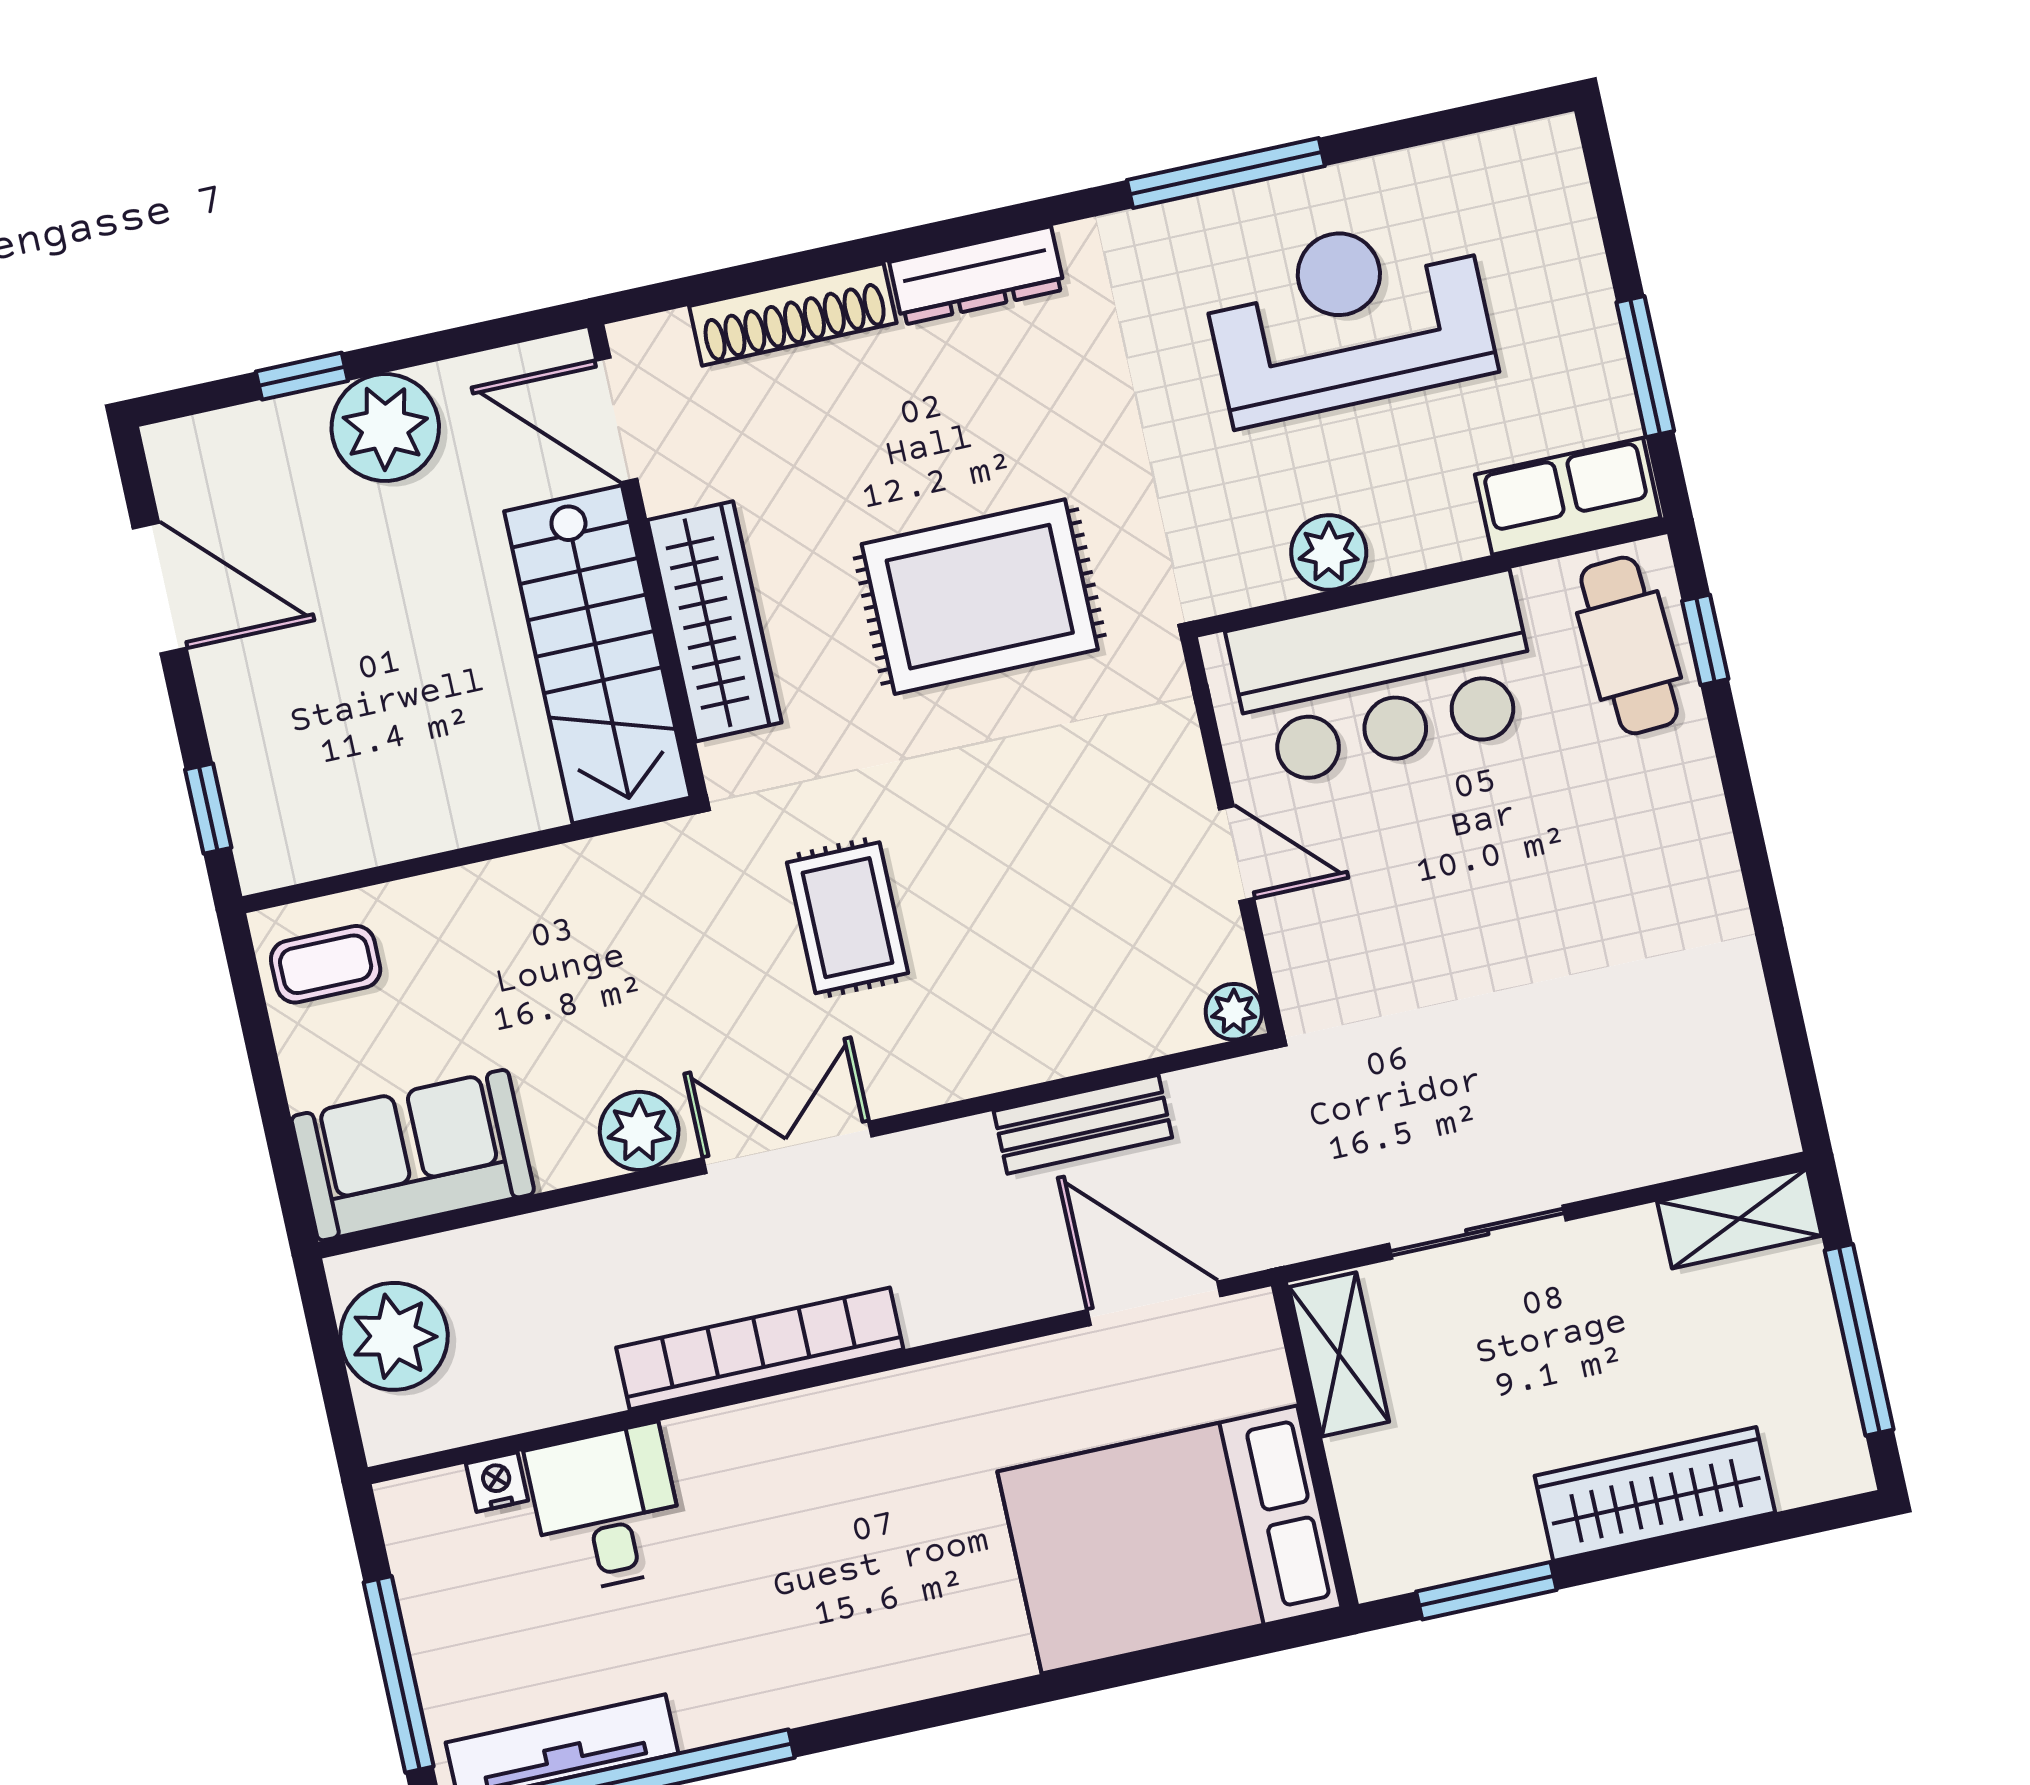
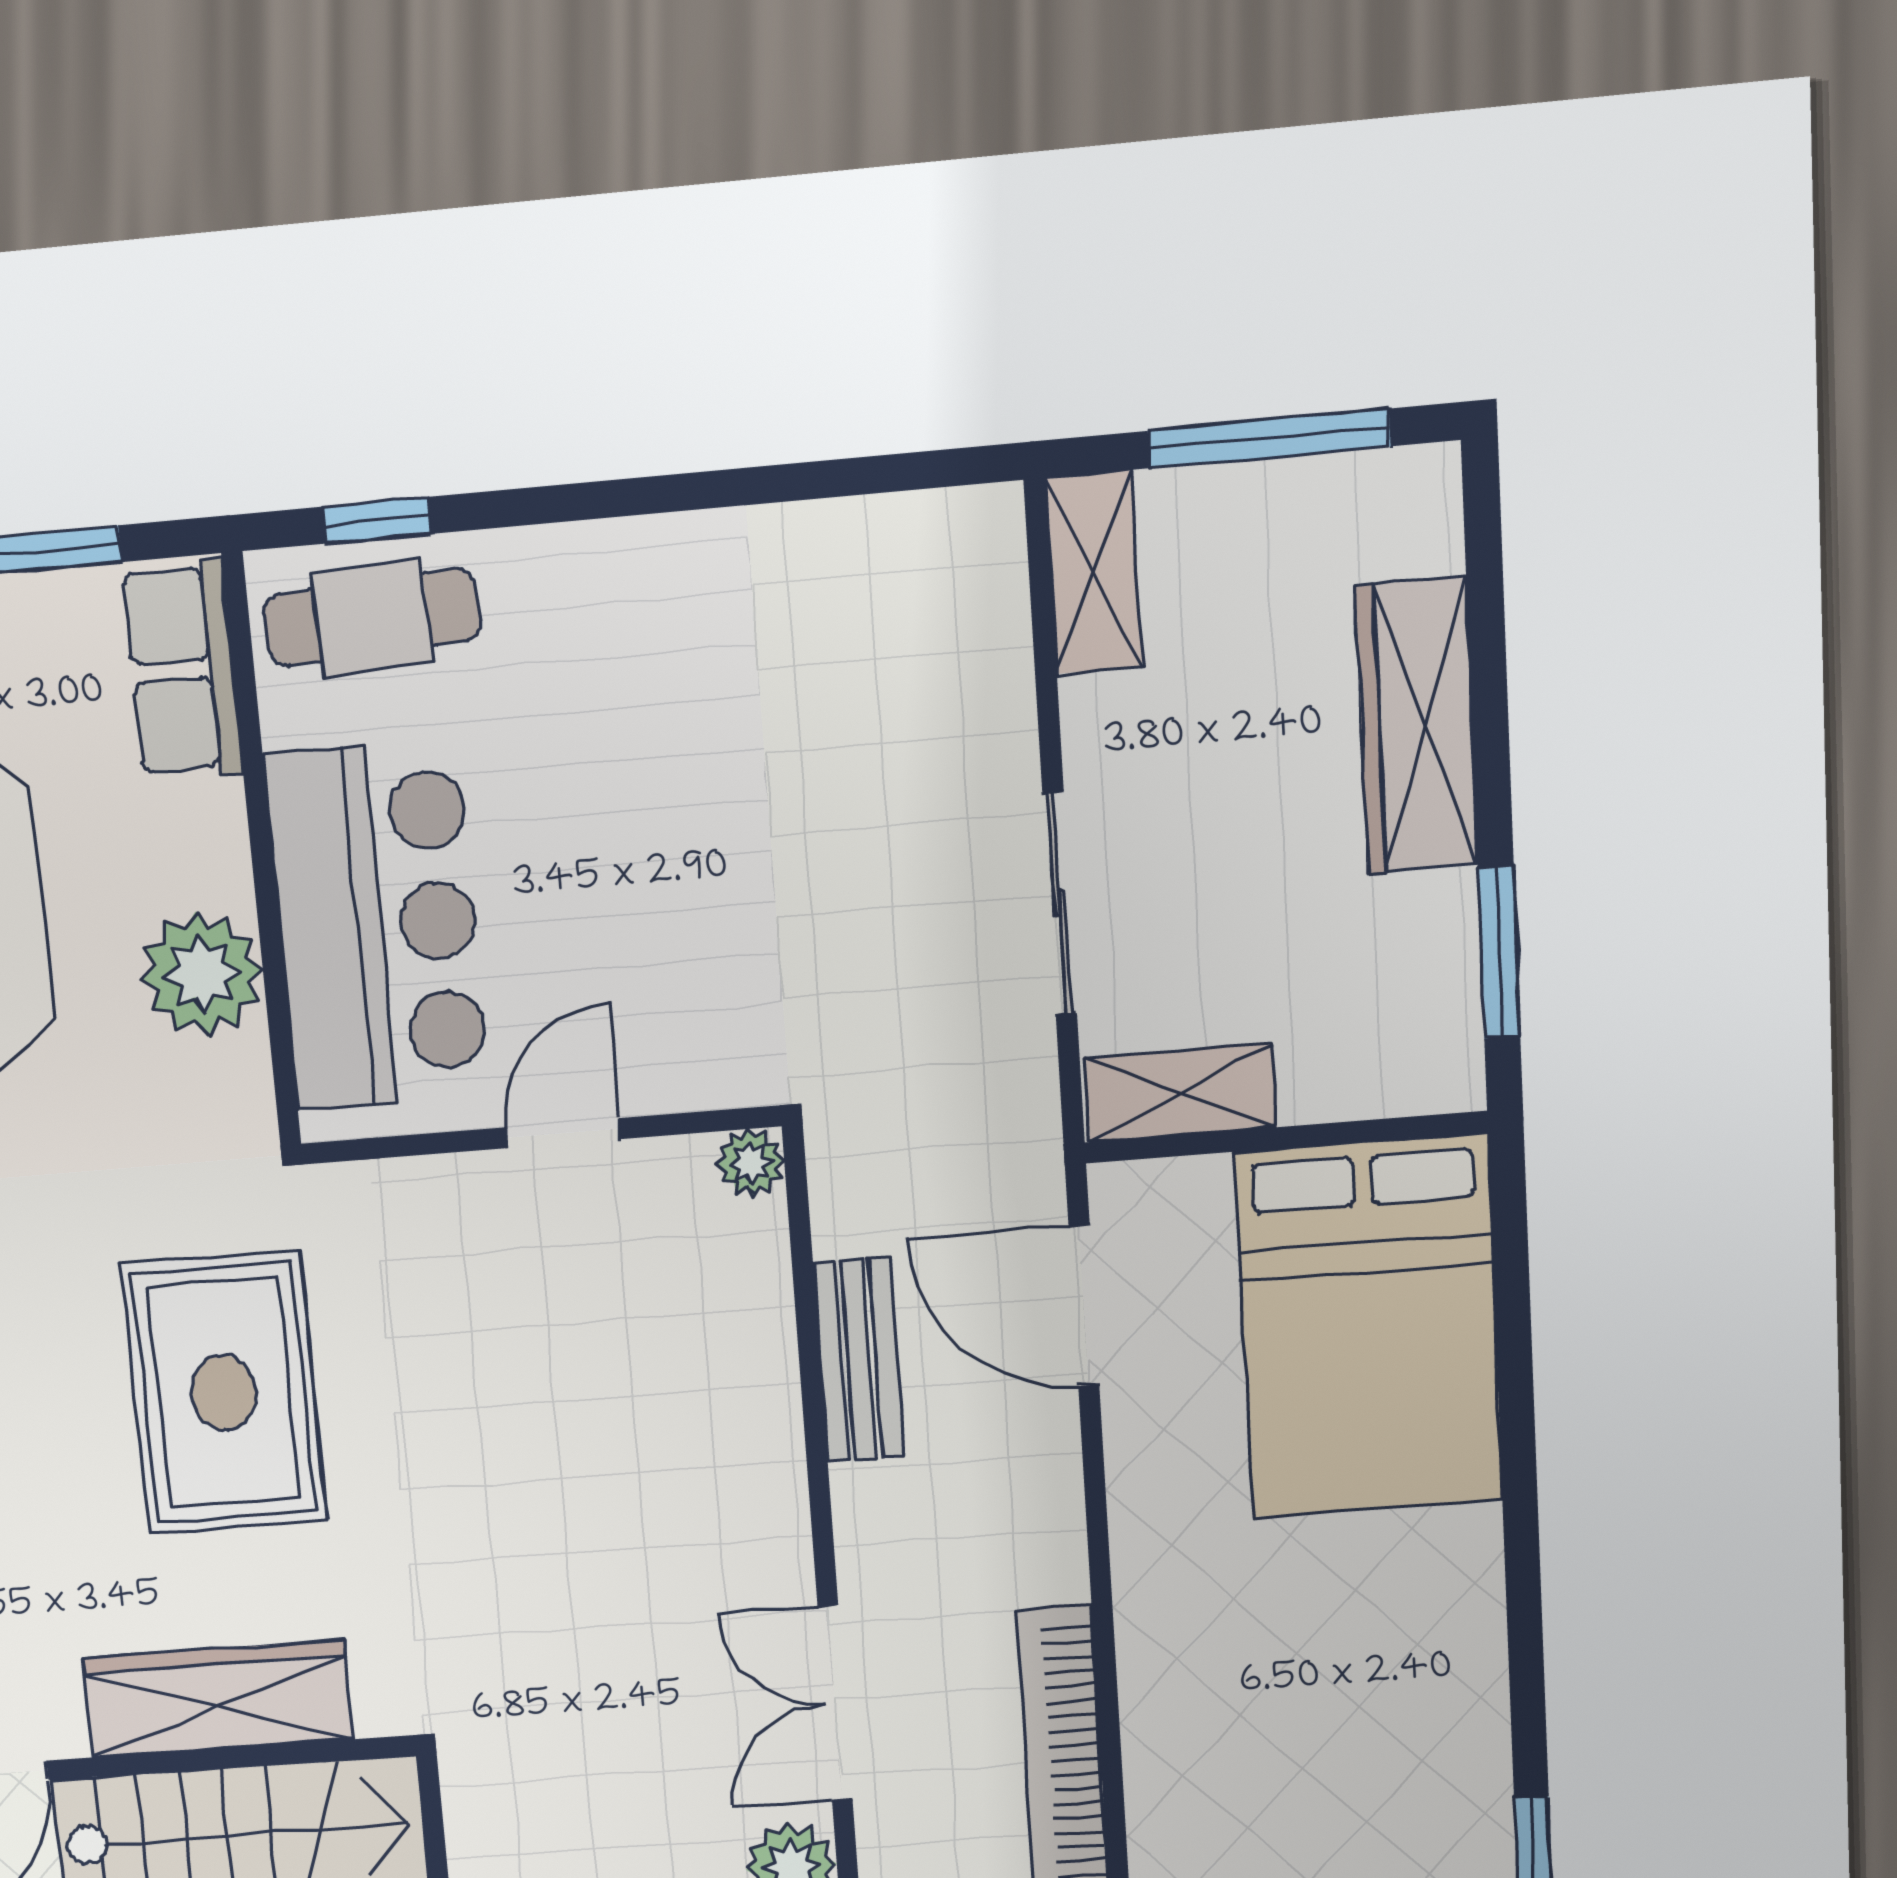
plant: (1329, 552) -> (202, 974), width x1.36, depth x1.36
rug: (848, 918) -> (578, 1597), removed
door: (1154, 1303) -> (1084, 1306), hinge flipped

